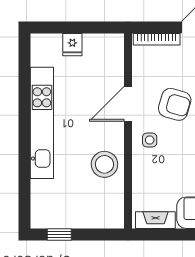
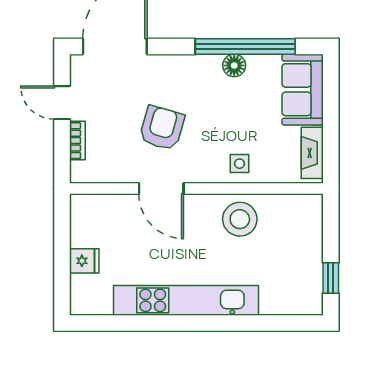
bookcase: (157, 39) -> (77, 141), width x0.64
side table: (150, 140) -> (239, 164), moved

